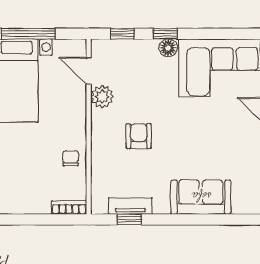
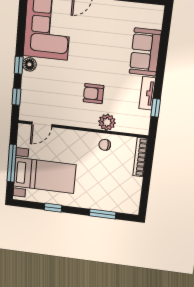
plant: (102, 97) -> (107, 122), moved
tv unit: (130, 206) -> (147, 93), moved
bookcase: (69, 207) -> (140, 157), width x1.56

